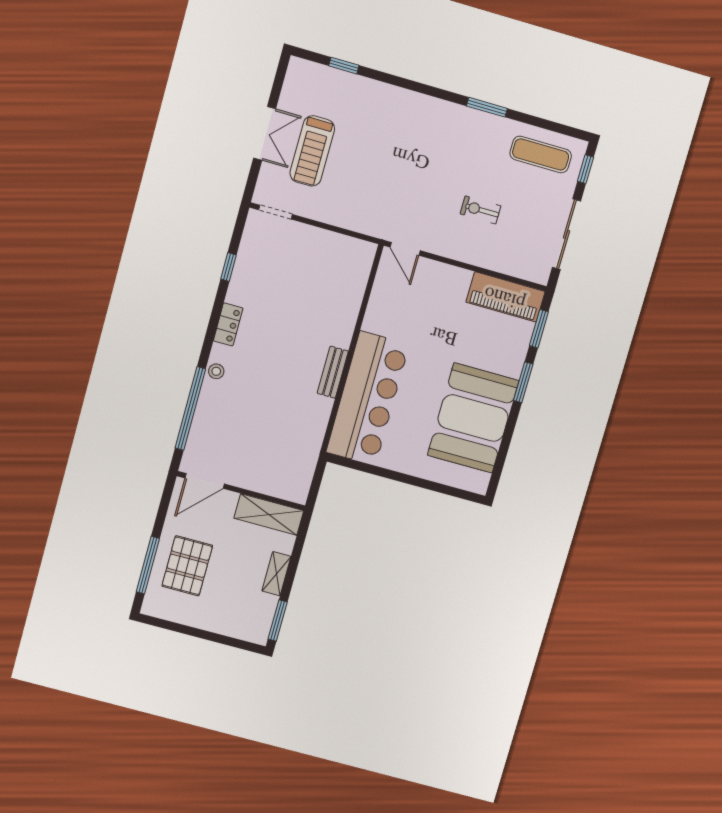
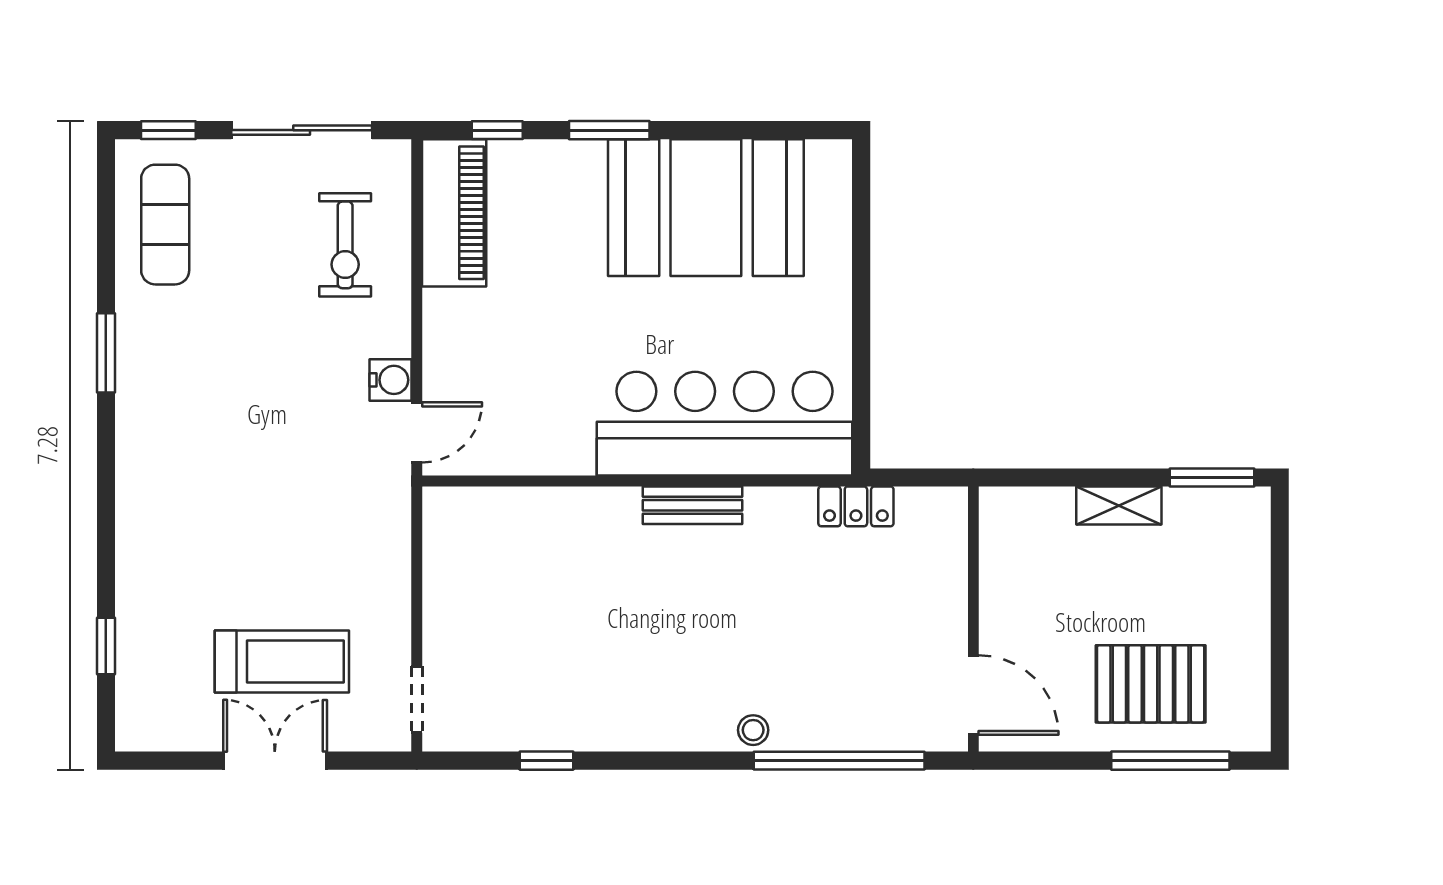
exercise bike: (480, 210) -> (345, 245), moved, width x1.38, depth x1.39
water cooler: (434, 243) -> (391, 380), added
locker: (228, 324) -> (856, 506), moved, turned 180
window: (539, 329) -> (497, 130), width x0.67
shelving: (269, 514) -> (1005, 552), removed

